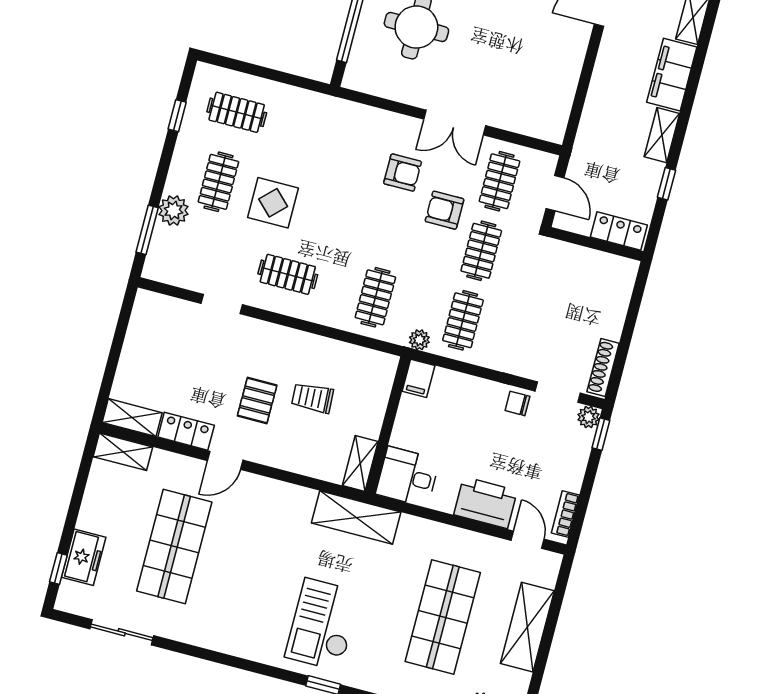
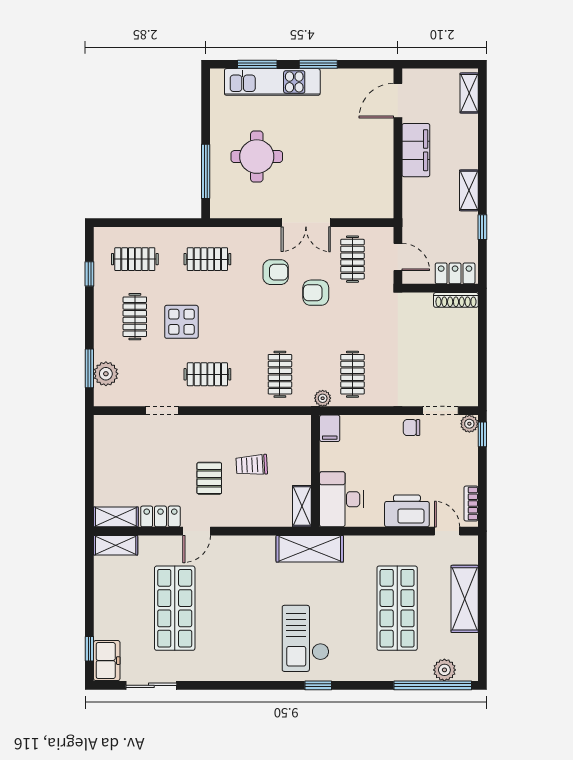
filing cabinet: (672, 75) -> (416, 150), moved, turned 180
plant: (173, 211) -> (106, 374), moved
clothes rail: (481, 251) -> (207, 259), moved, turned 90
shoe rack: (603, 367) -> (456, 300), moved, turned -90
desk: (408, 477) -> (341, 499), width x1.37
freezer: (84, 557) -> (107, 661), moved

